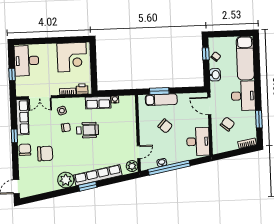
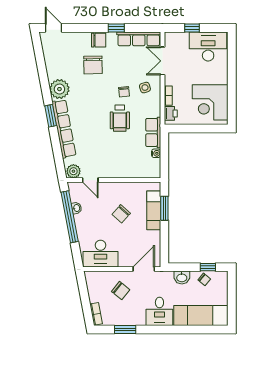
desk: (243, 96) -> (159, 311), width x0.73

